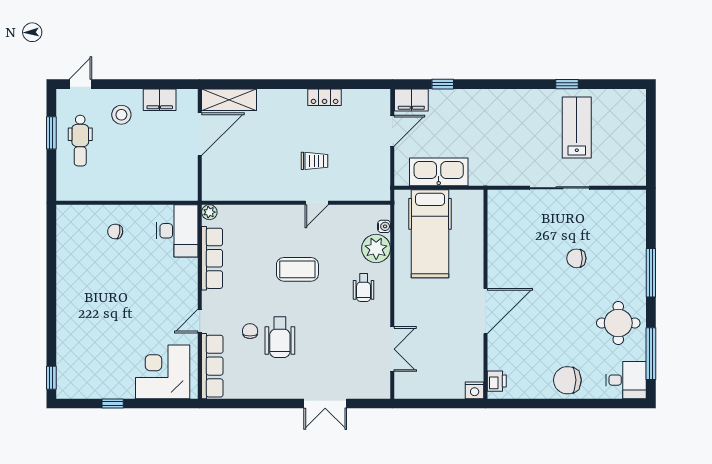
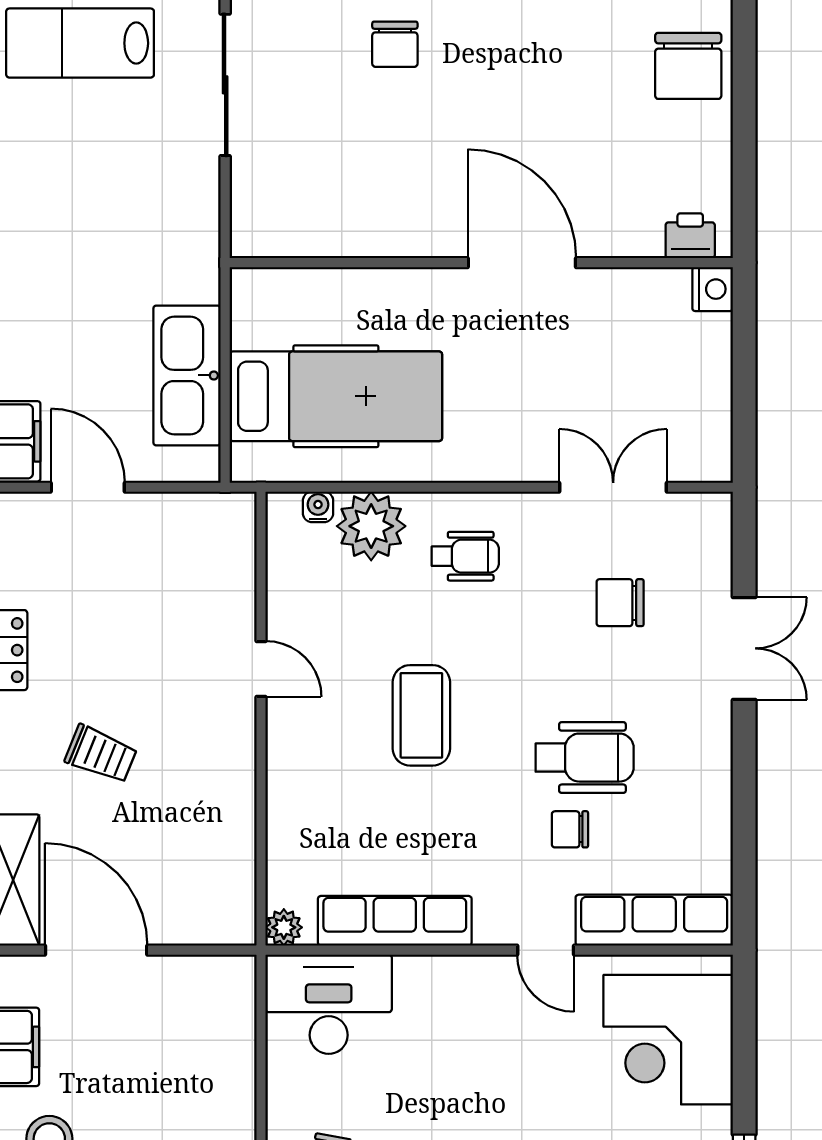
trolley: (314, 161) -> (101, 754), moved, turned 112
chair: (344, 352) -> (620, 603), added

